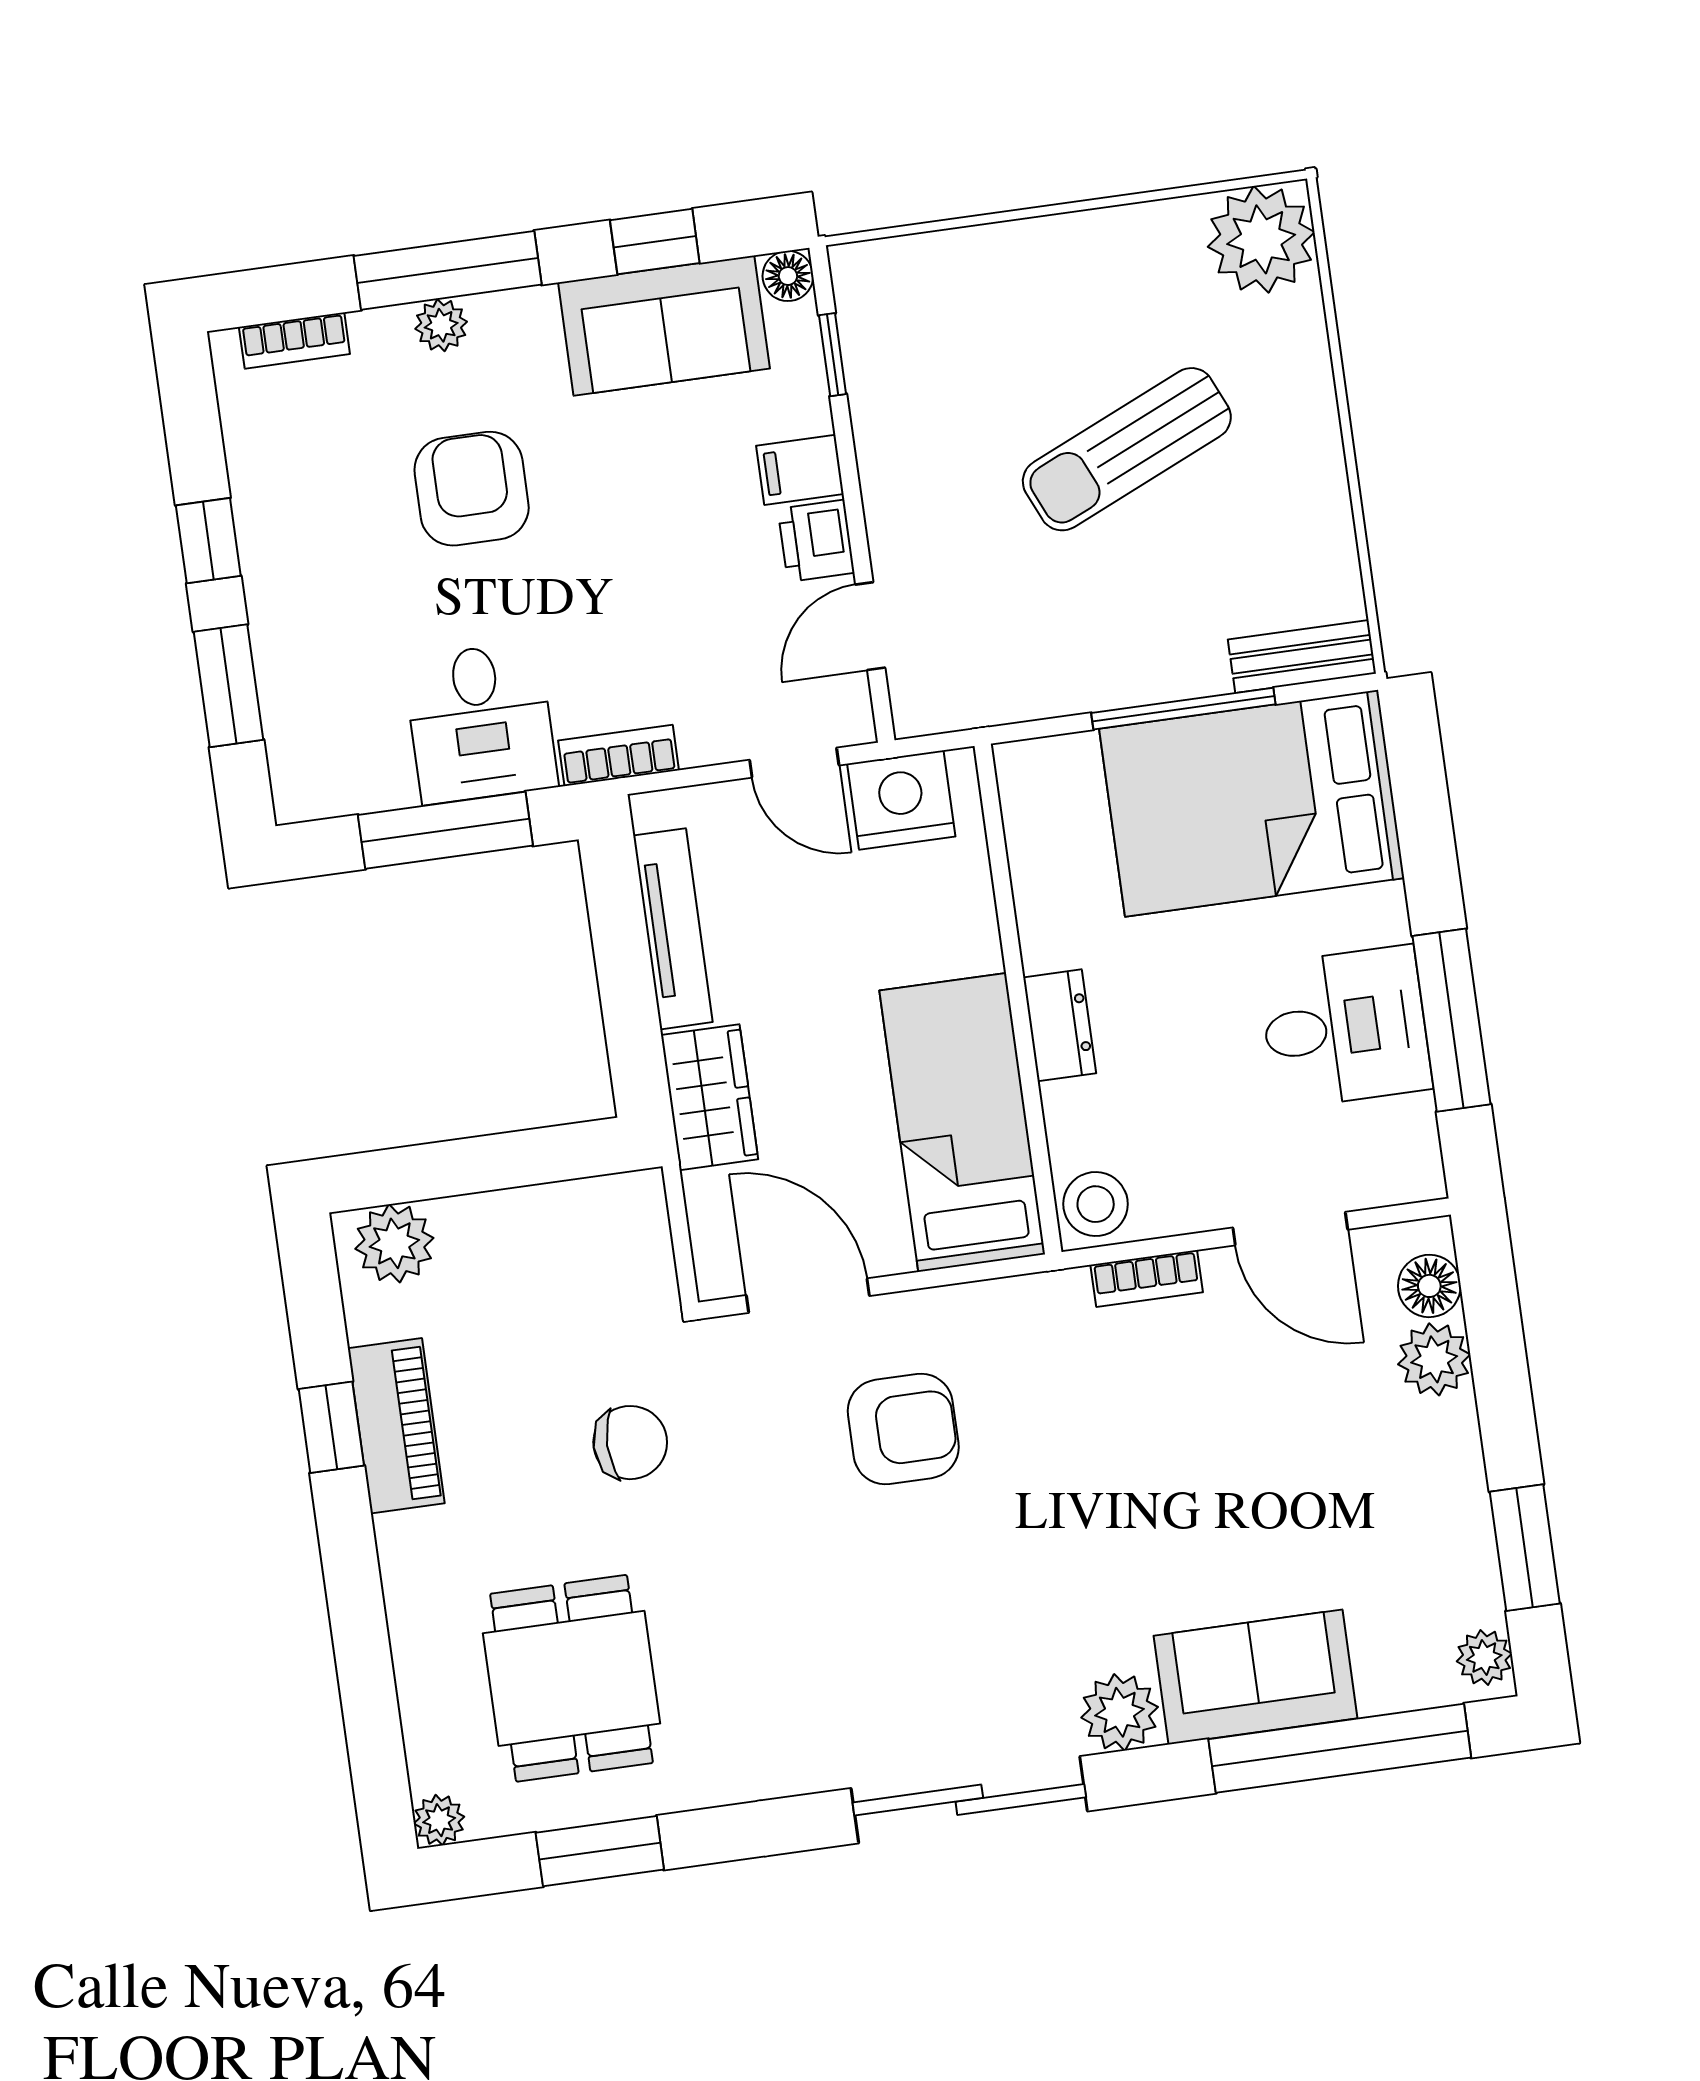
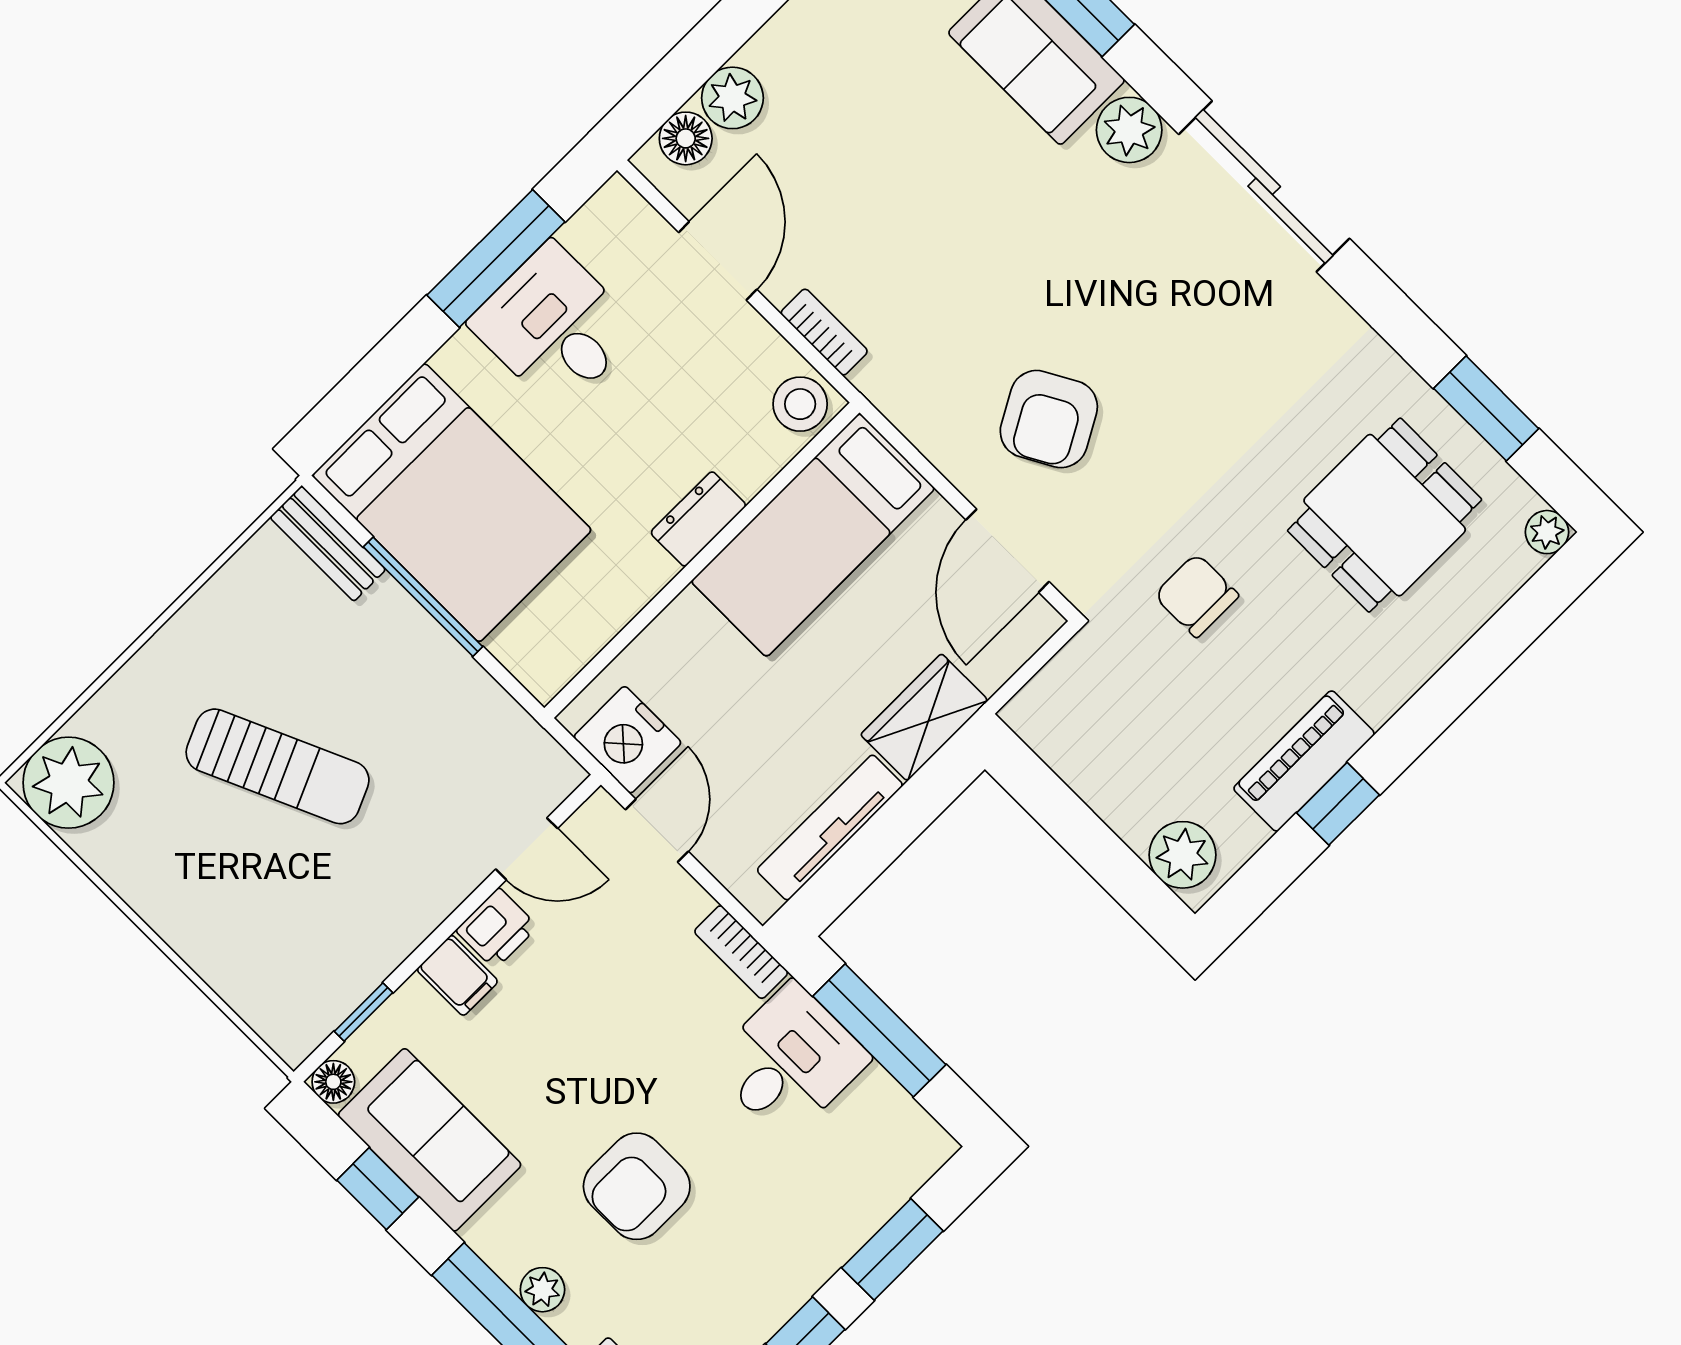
armchair: (903, 1429) -> (1049, 419), turned -119

